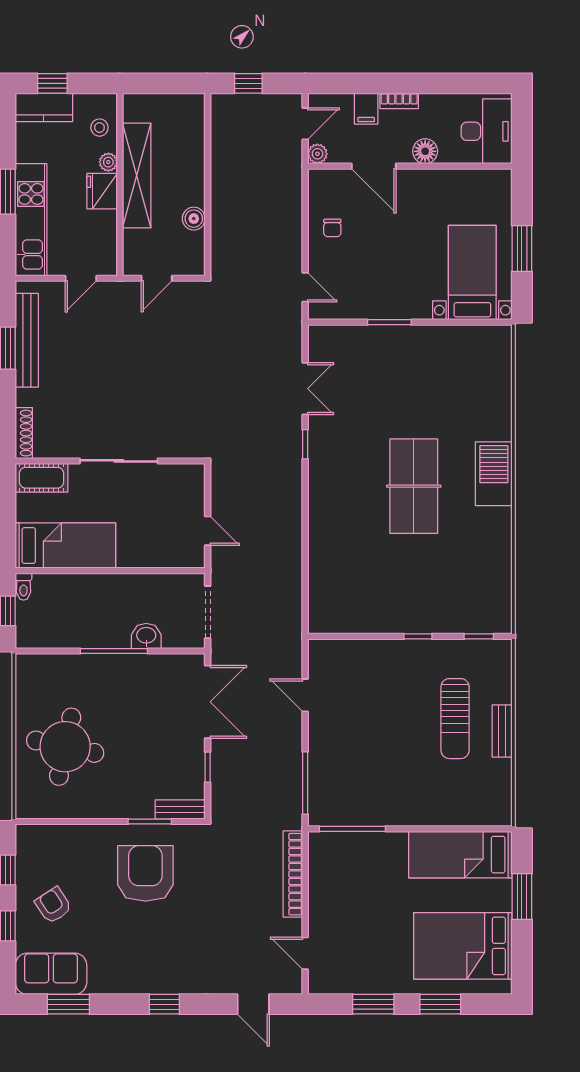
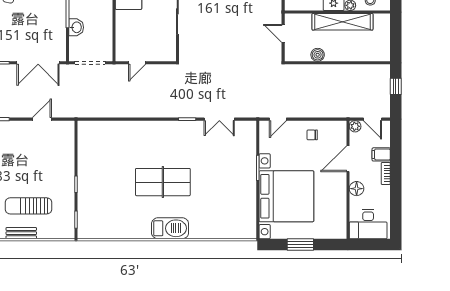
bed with nightstands: (472, 273) -> (286, 196), width x1.85

